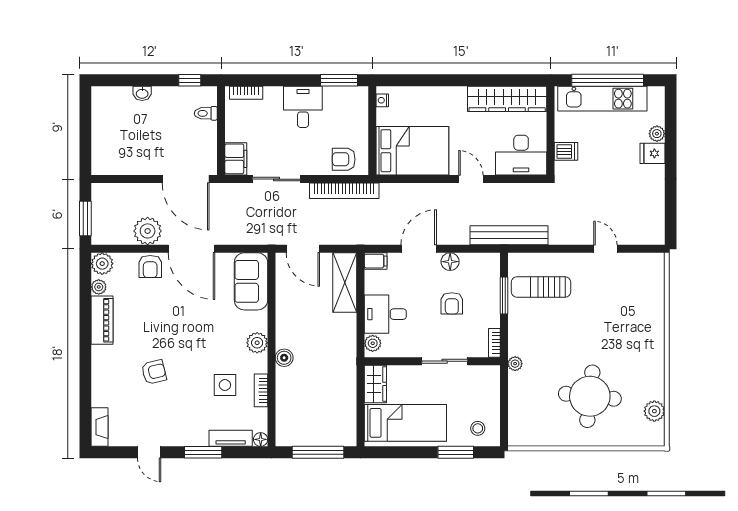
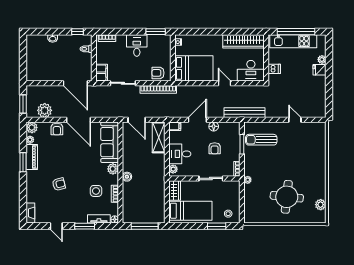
plant: (148, 231) -> (45, 110), moved
sofa: (251, 281) -> (110, 142), width x1.36
window: (85, 330) -> (23, 162), added

